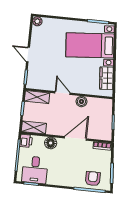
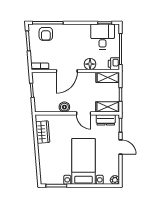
bed with nightstands: (90, 45) -> (83, 161), moved, turned -85
dresser: (40, 84) -> (106, 120), added

